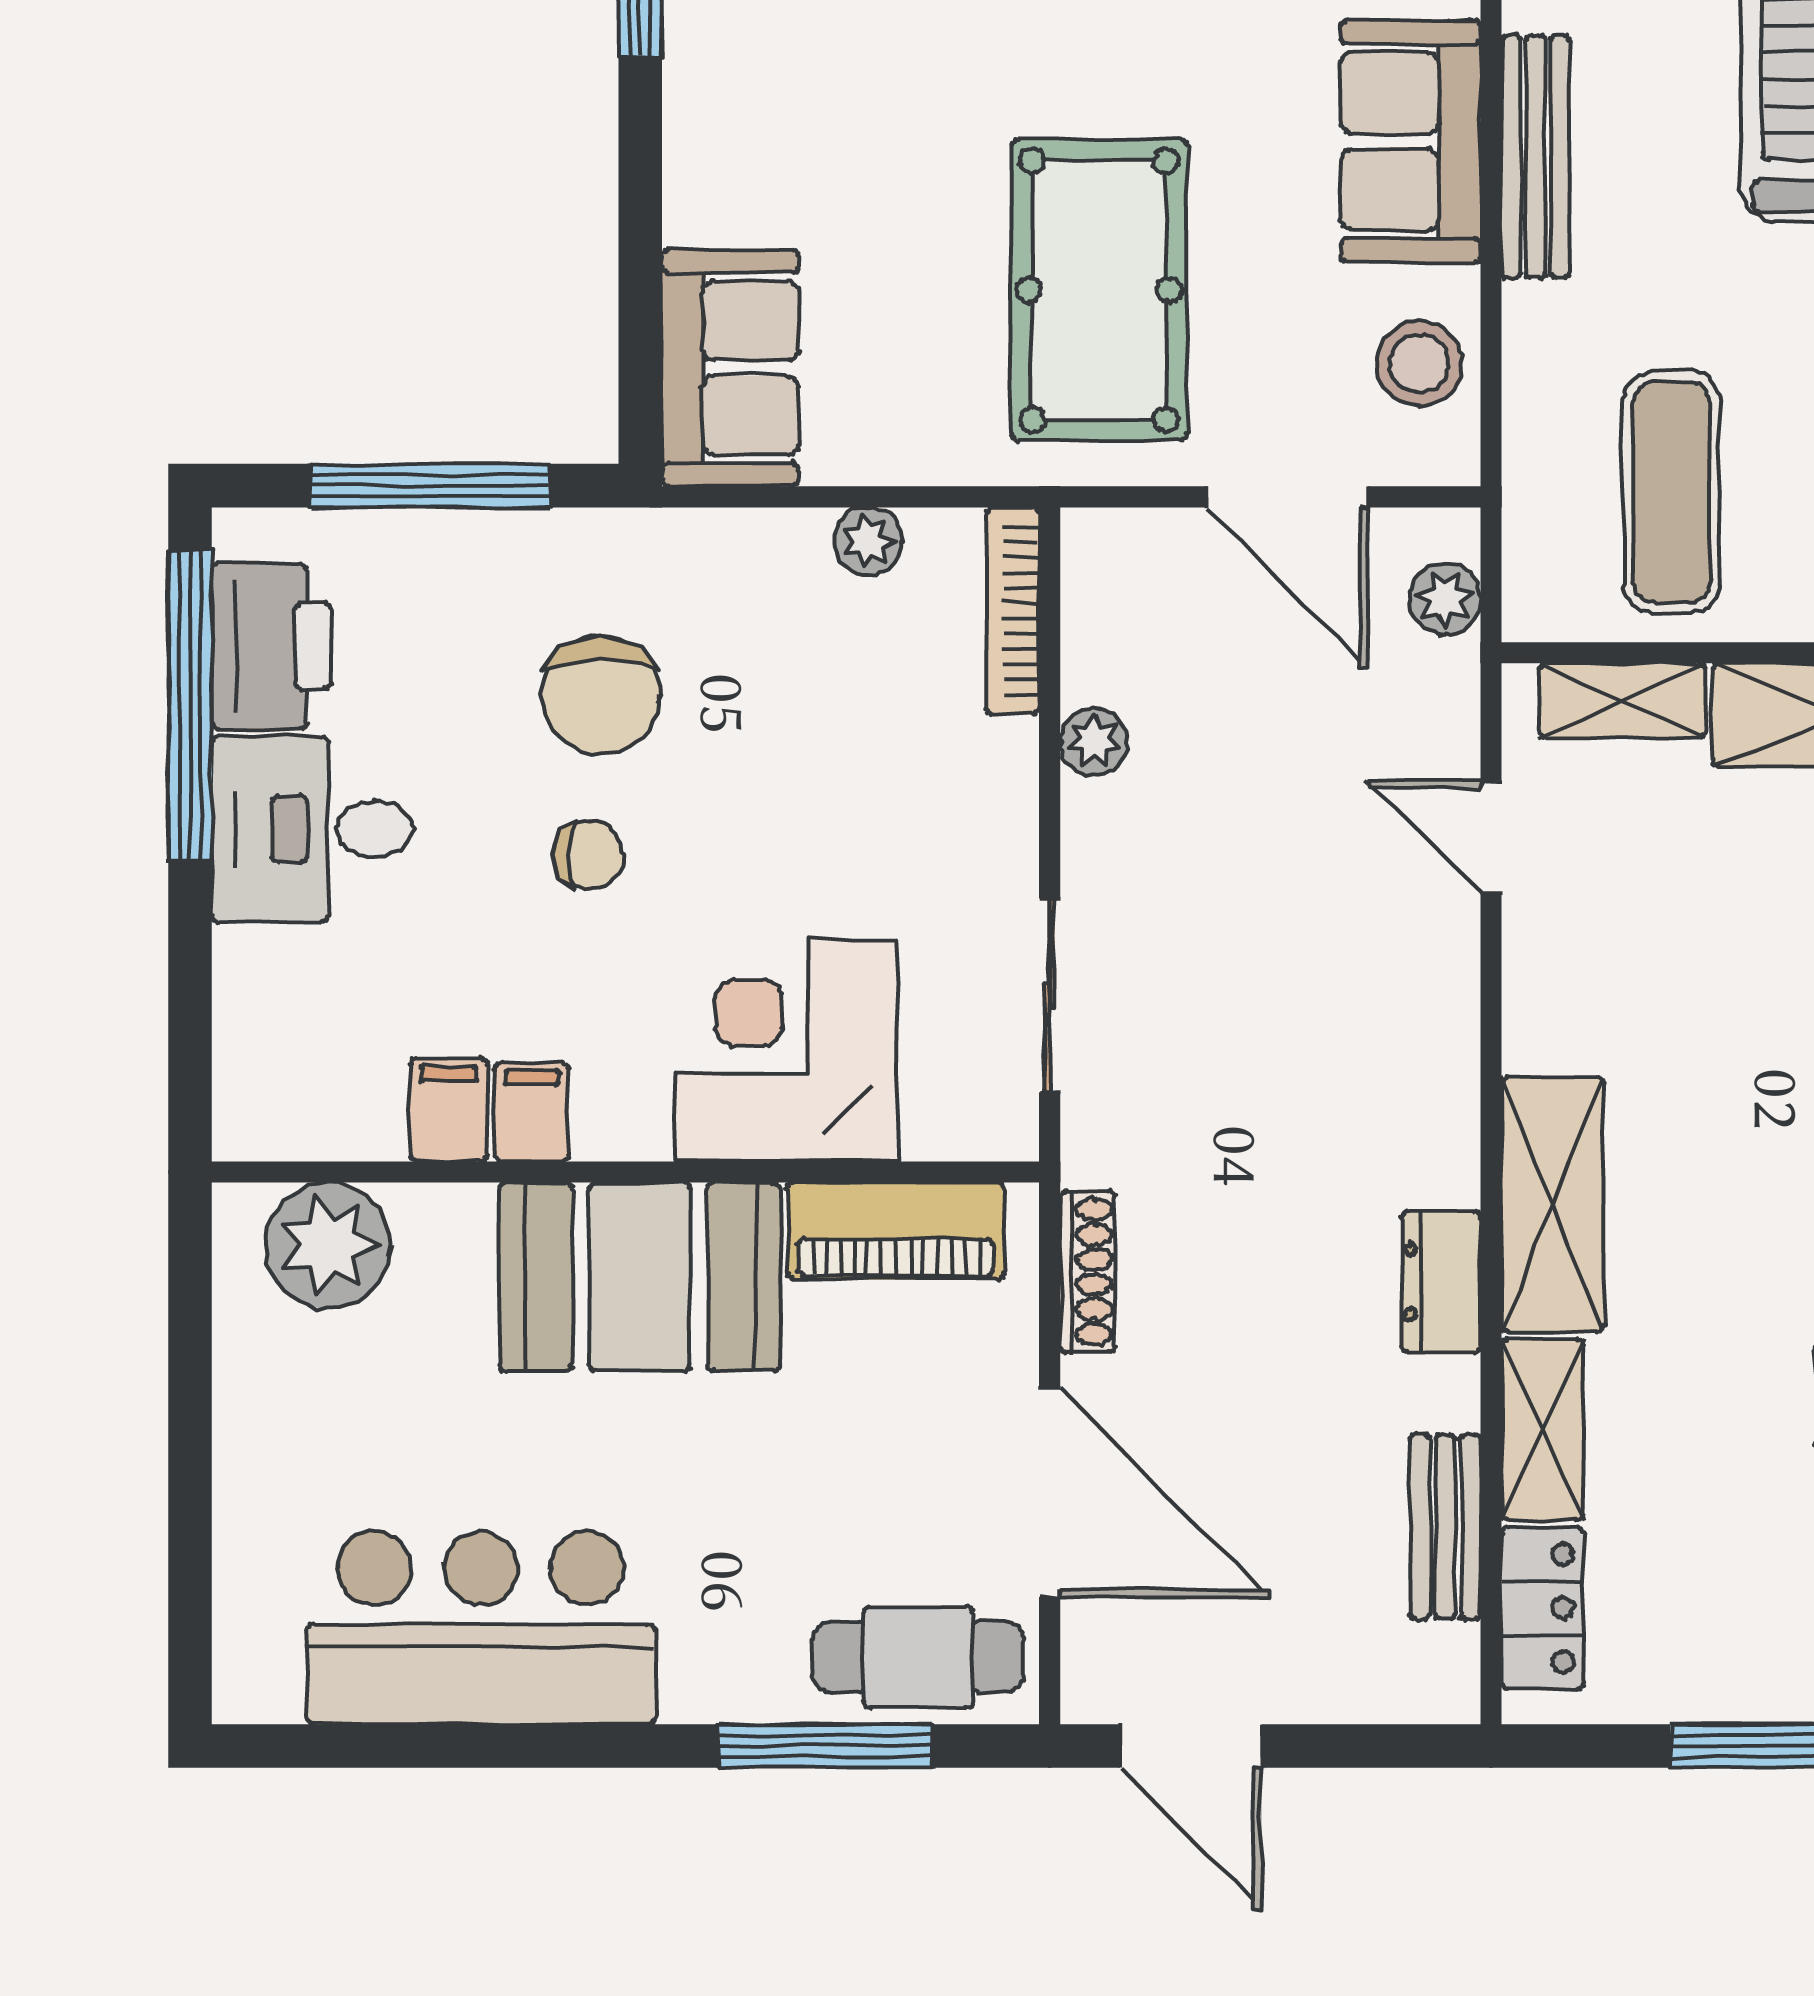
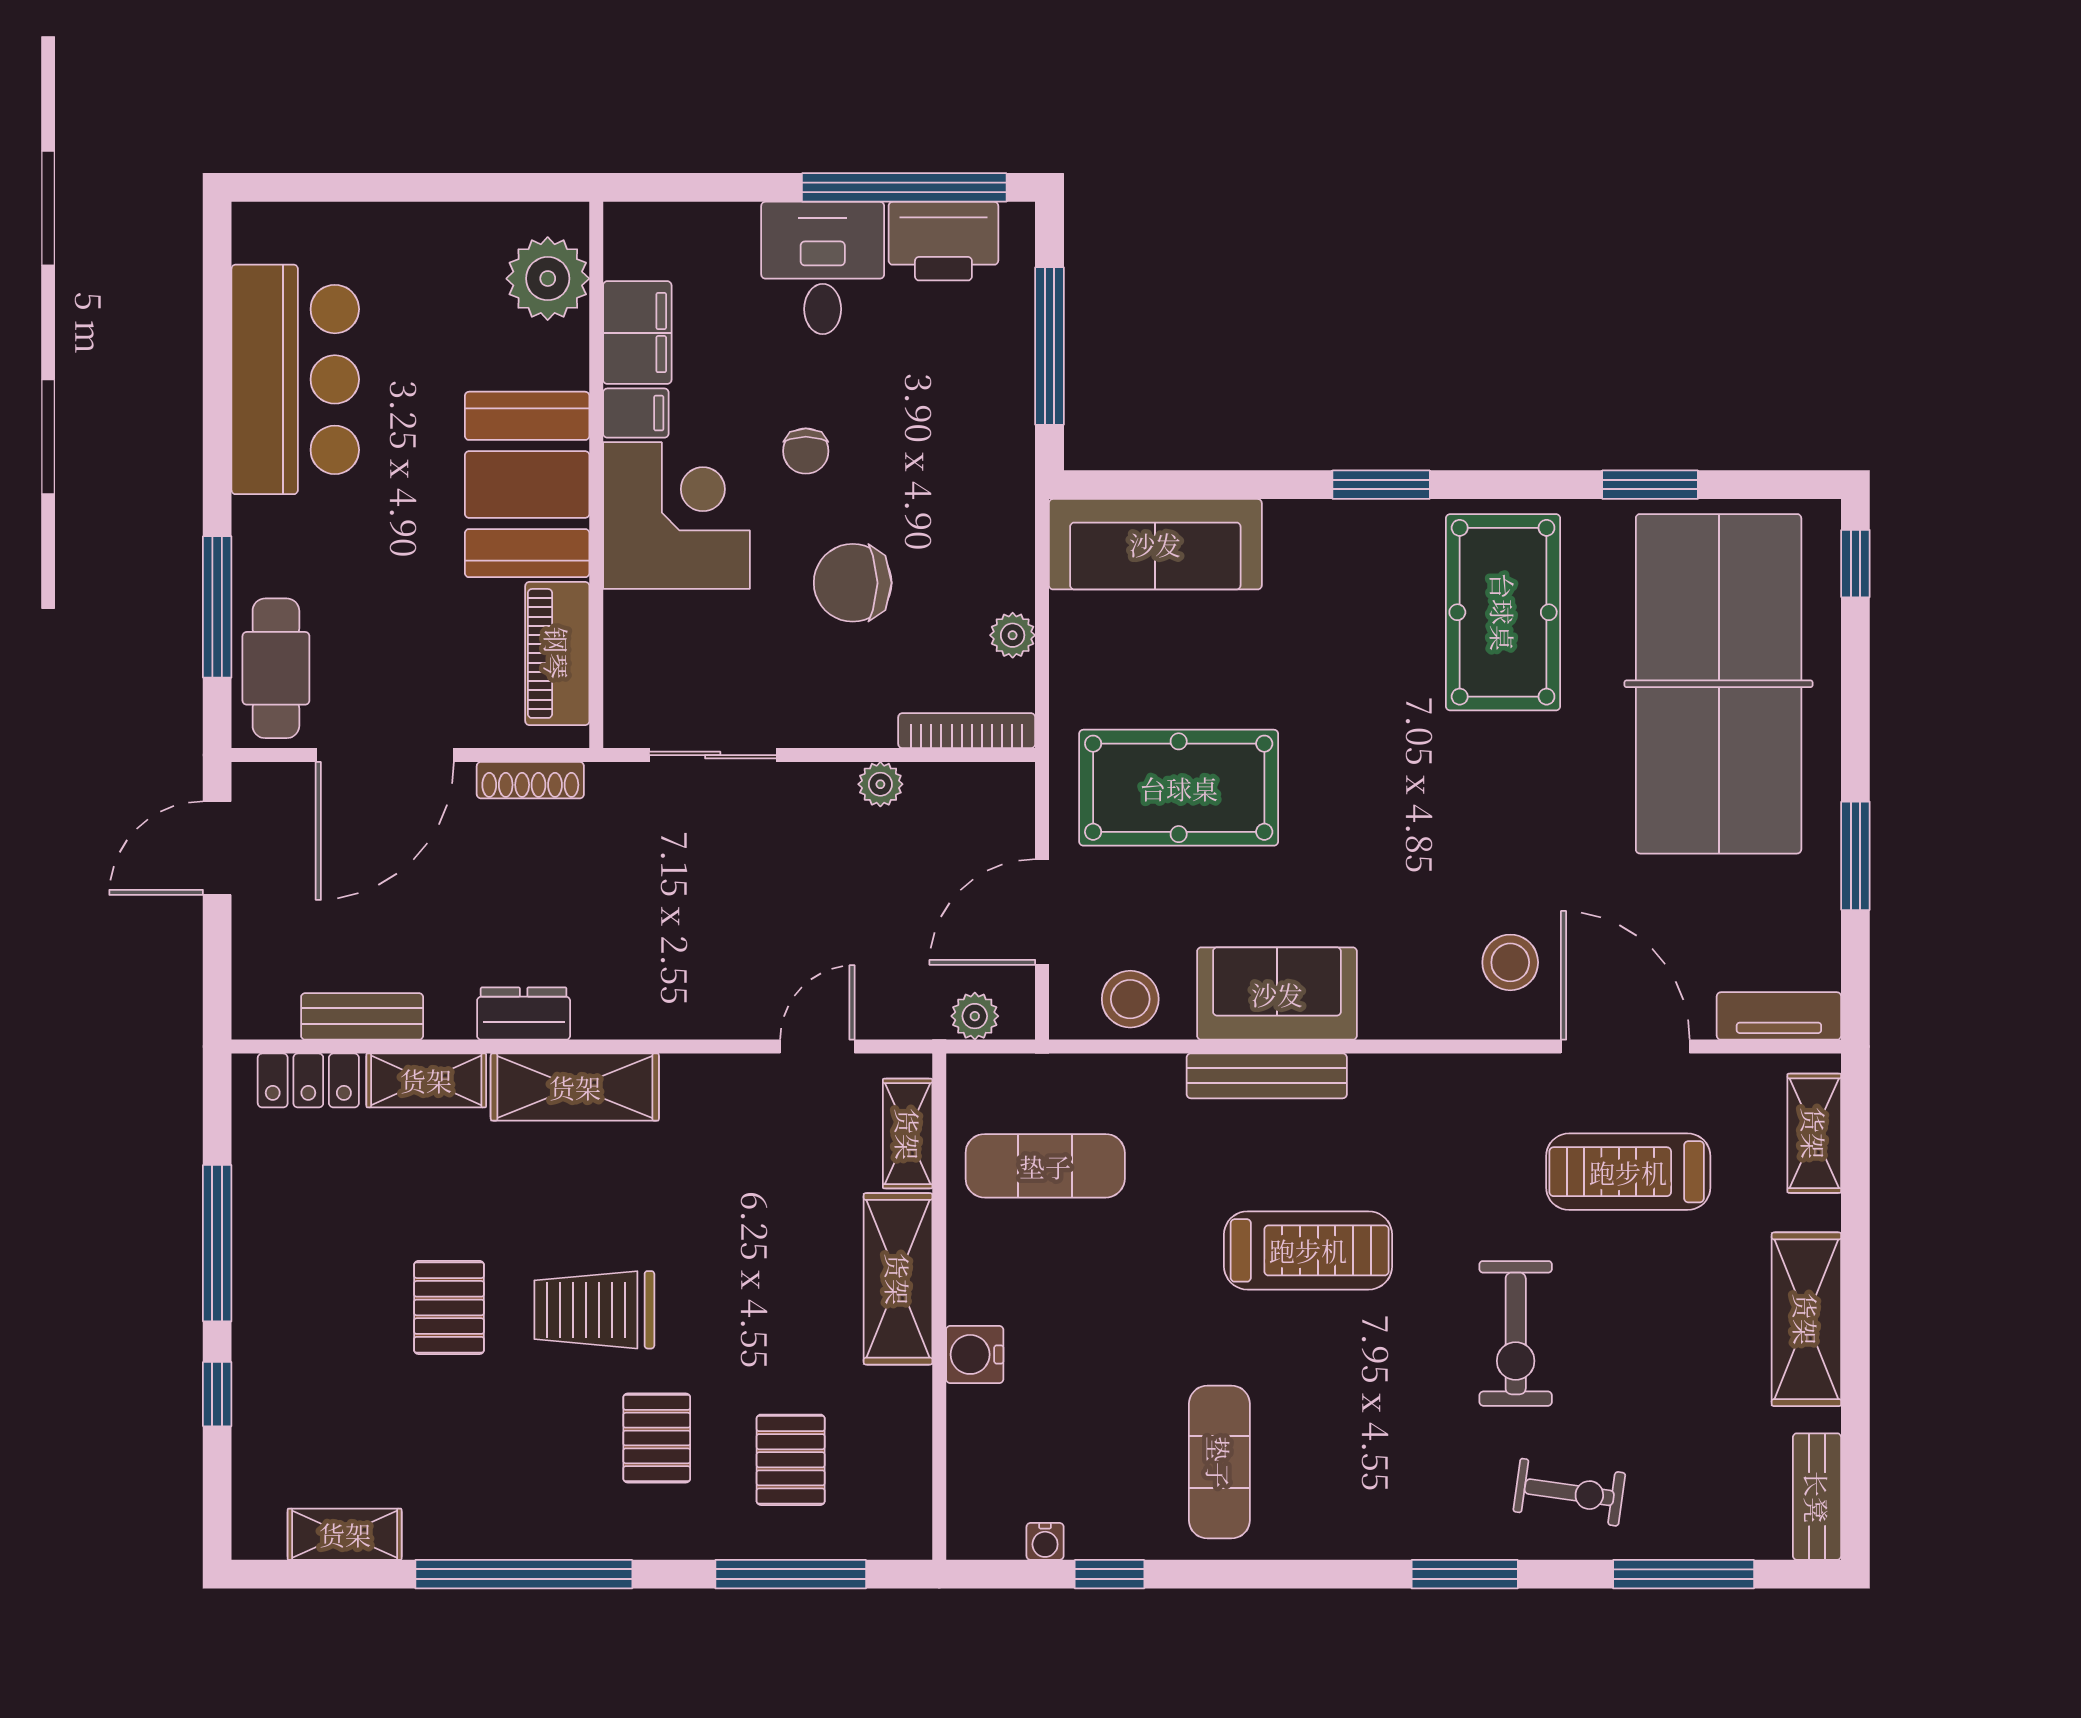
sofa: (730, 368) -> (1155, 544), width x1.36
chair: (601, 695) -> (853, 583), moved
corner desk: (786, 1051) -> (676, 516), moved
filing cabinet: (449, 1110) -> (637, 333), width x2.00

